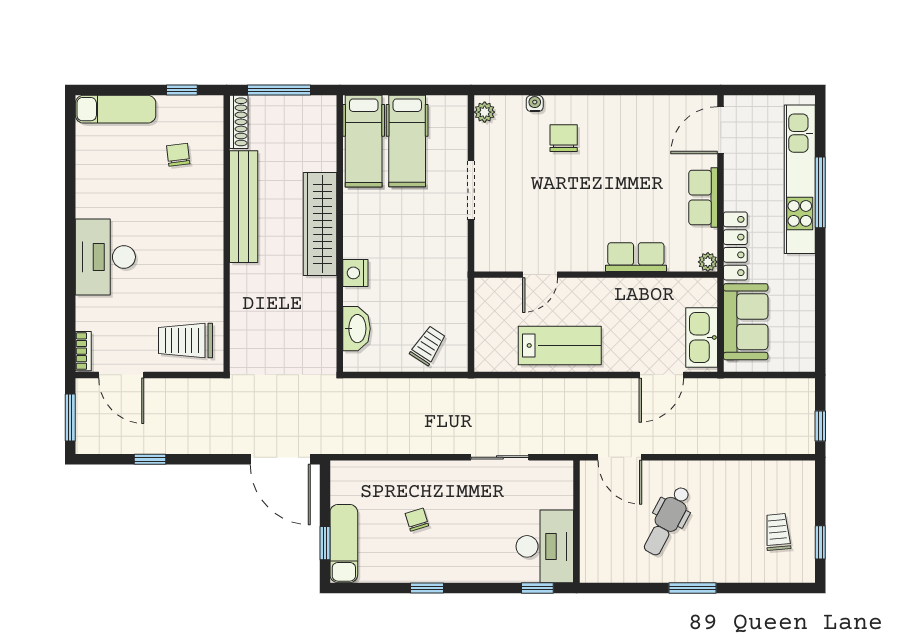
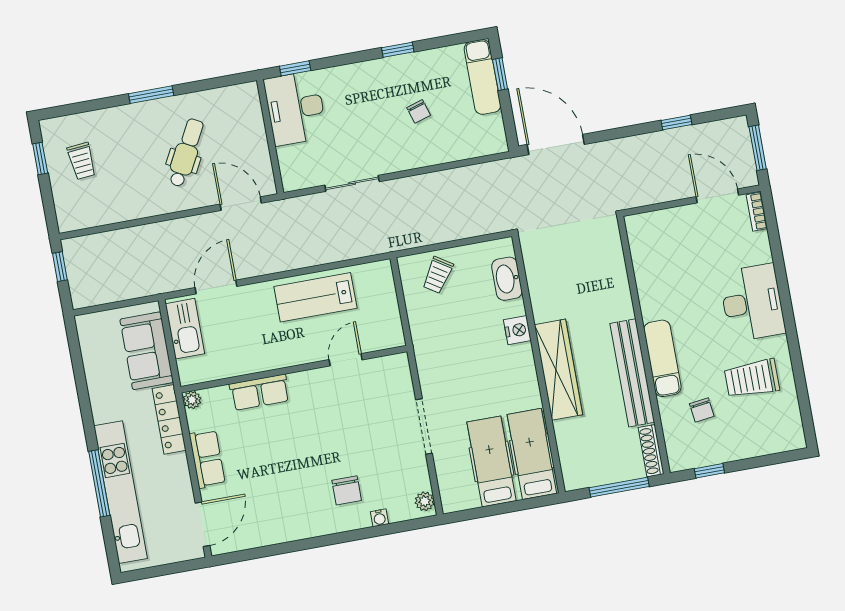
exam couch: (116, 109) -> (662, 358), moved, turned 90
trolley: (186, 340) -> (752, 379), moved, turned 180

